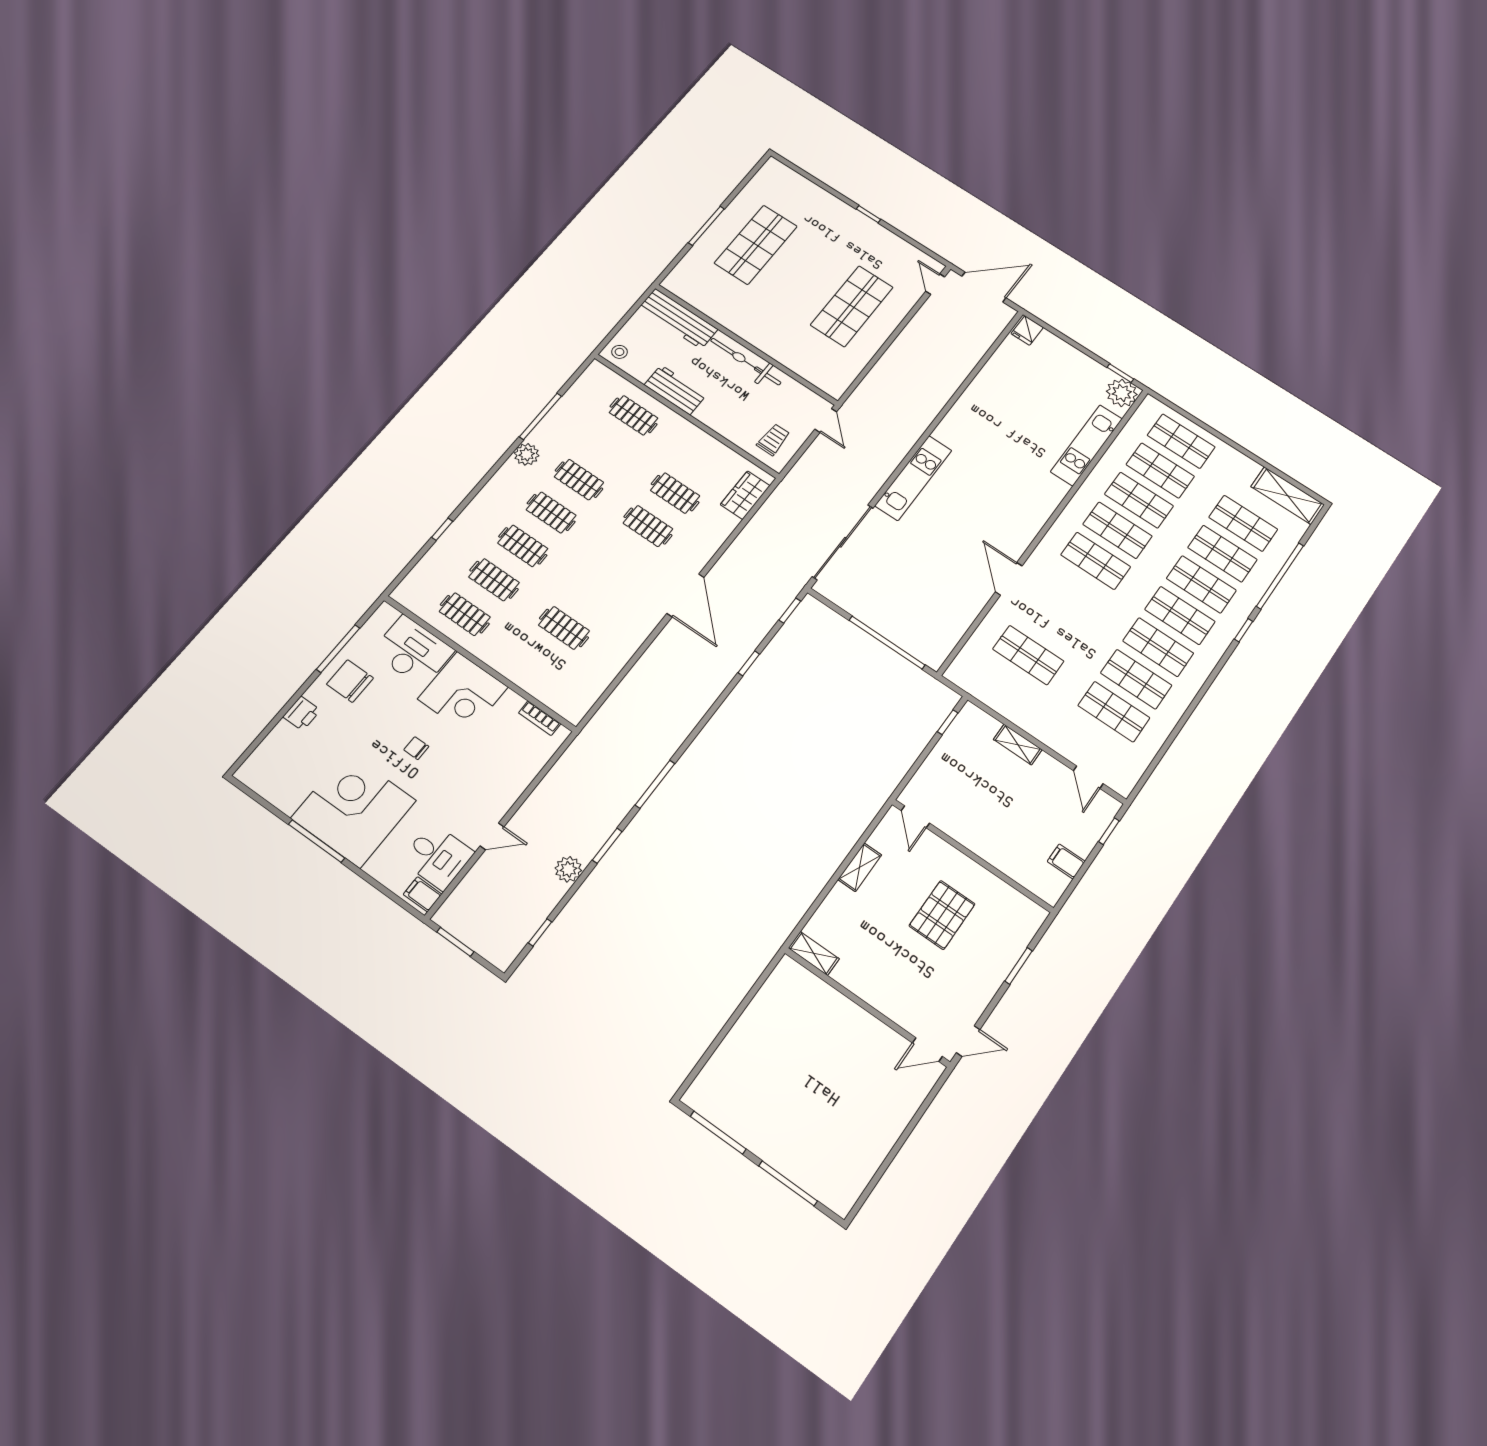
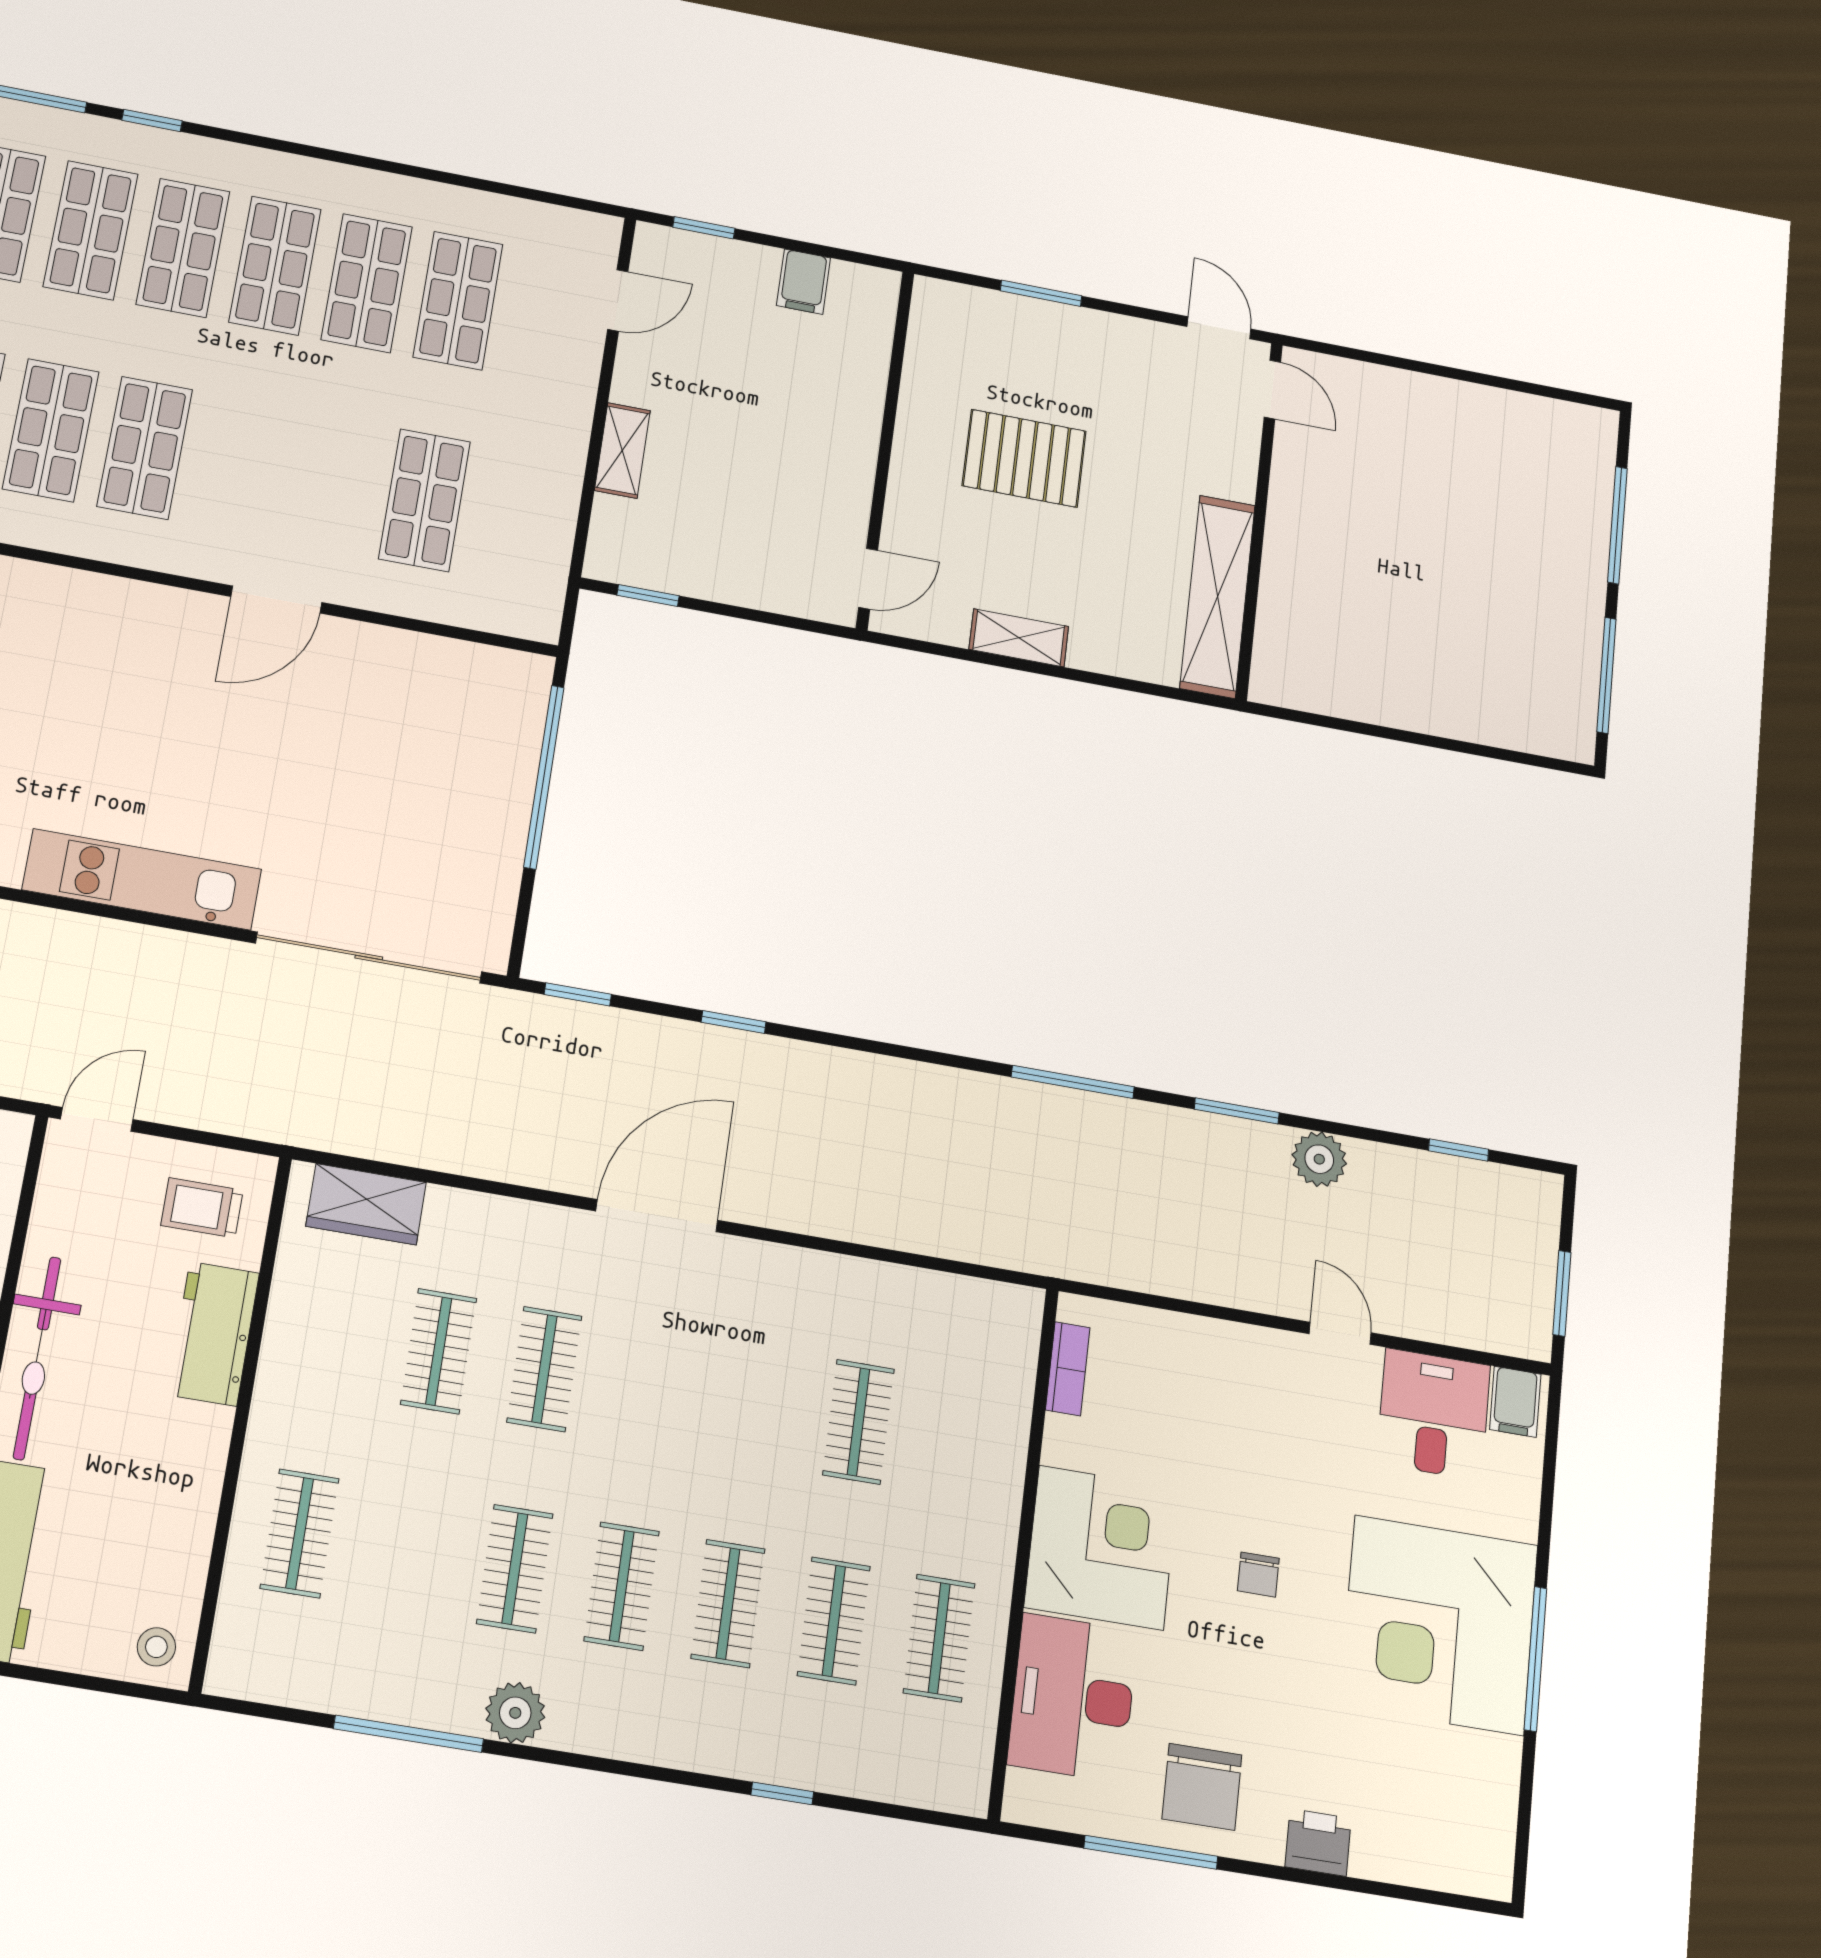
workbench: (675, 390) -> (213, 1334), moved
shelving: (814, 953) -> (1218, 596), width x2.20, depth x1.33

